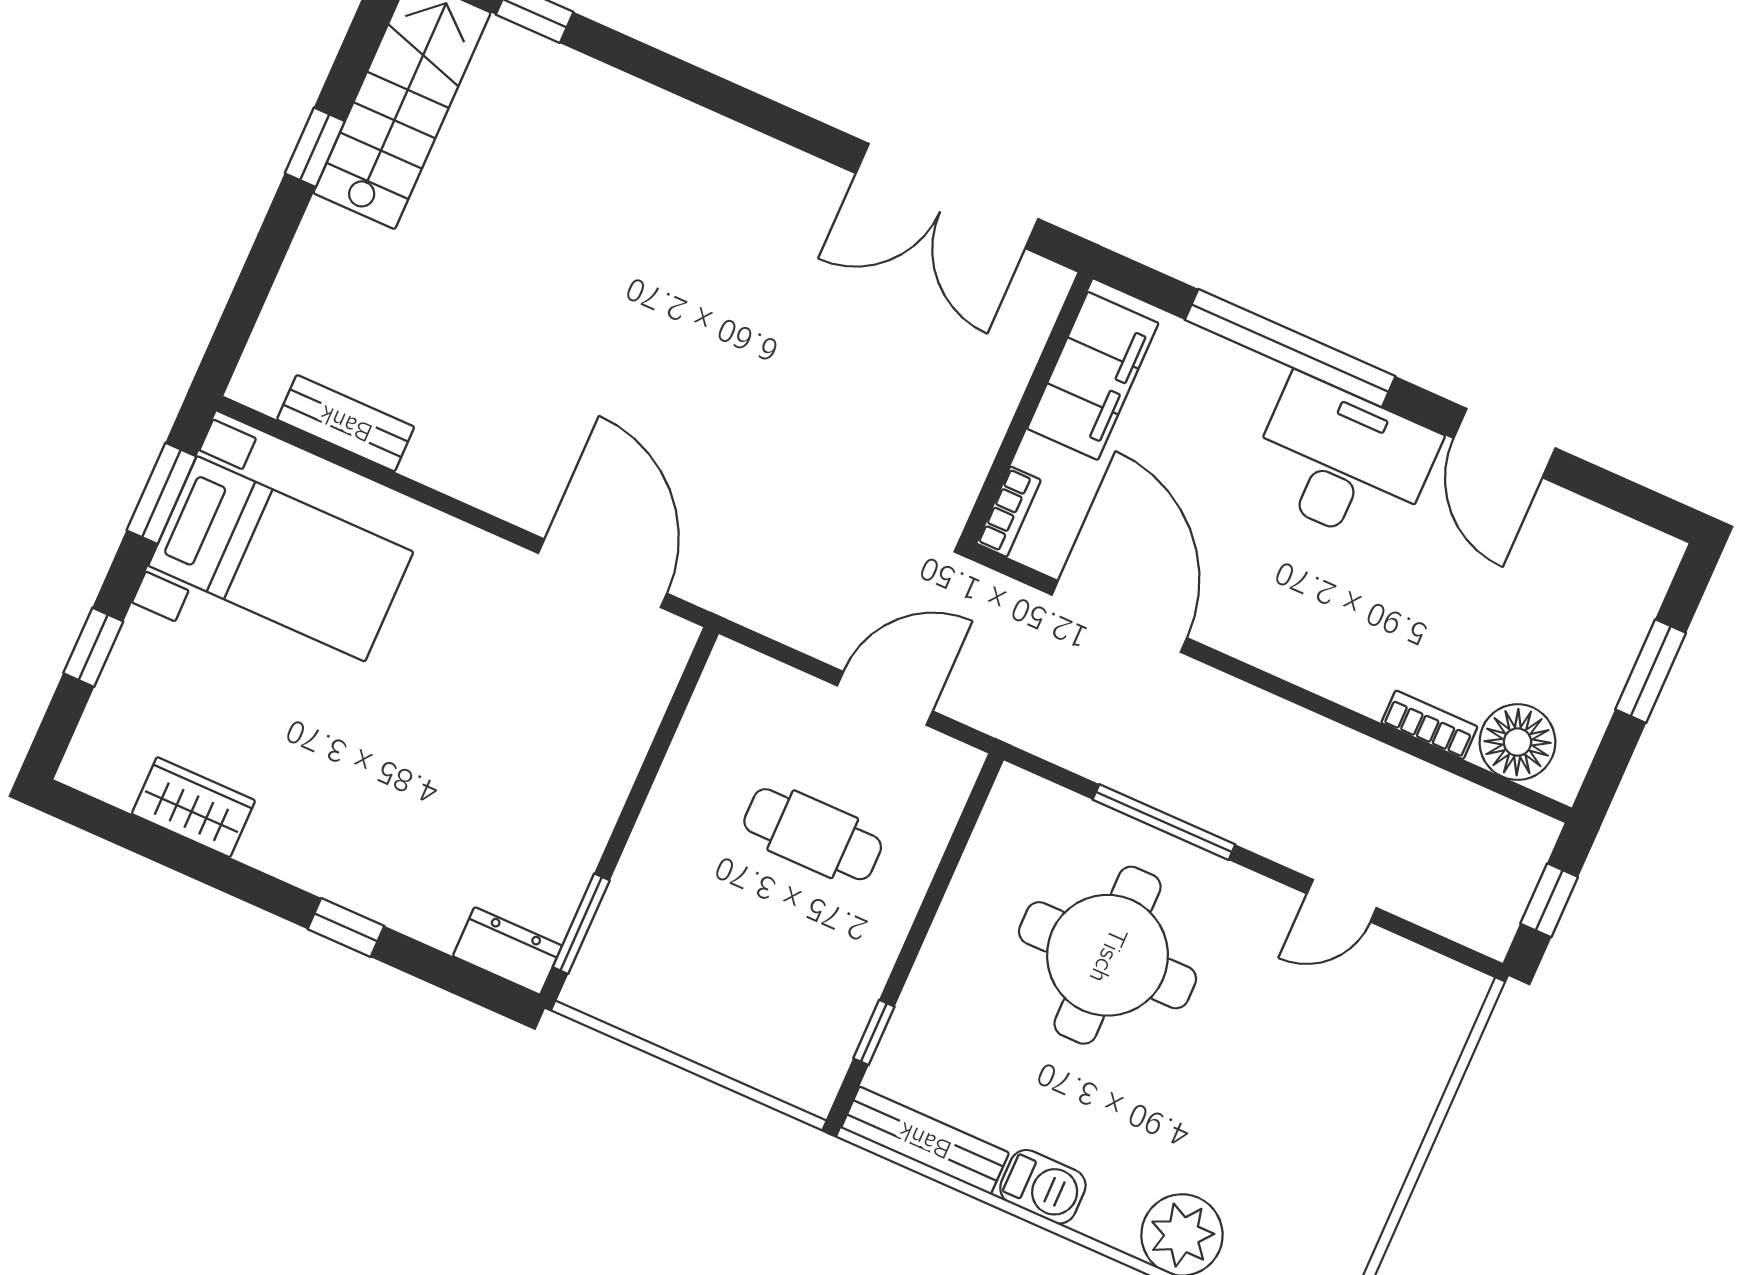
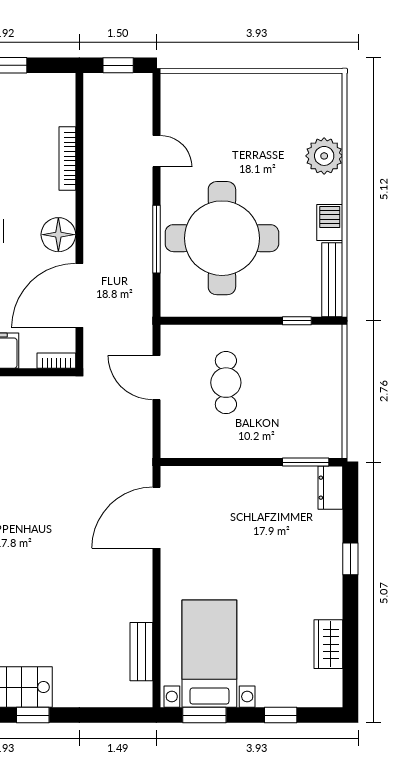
bookcase: (1429, 725) -> (67, 159), width x1.56
floor lamp: (1517, 742) -> (58, 235), moved
round table: (1108, 955) -> (222, 238), width x1.36, depth x1.36

